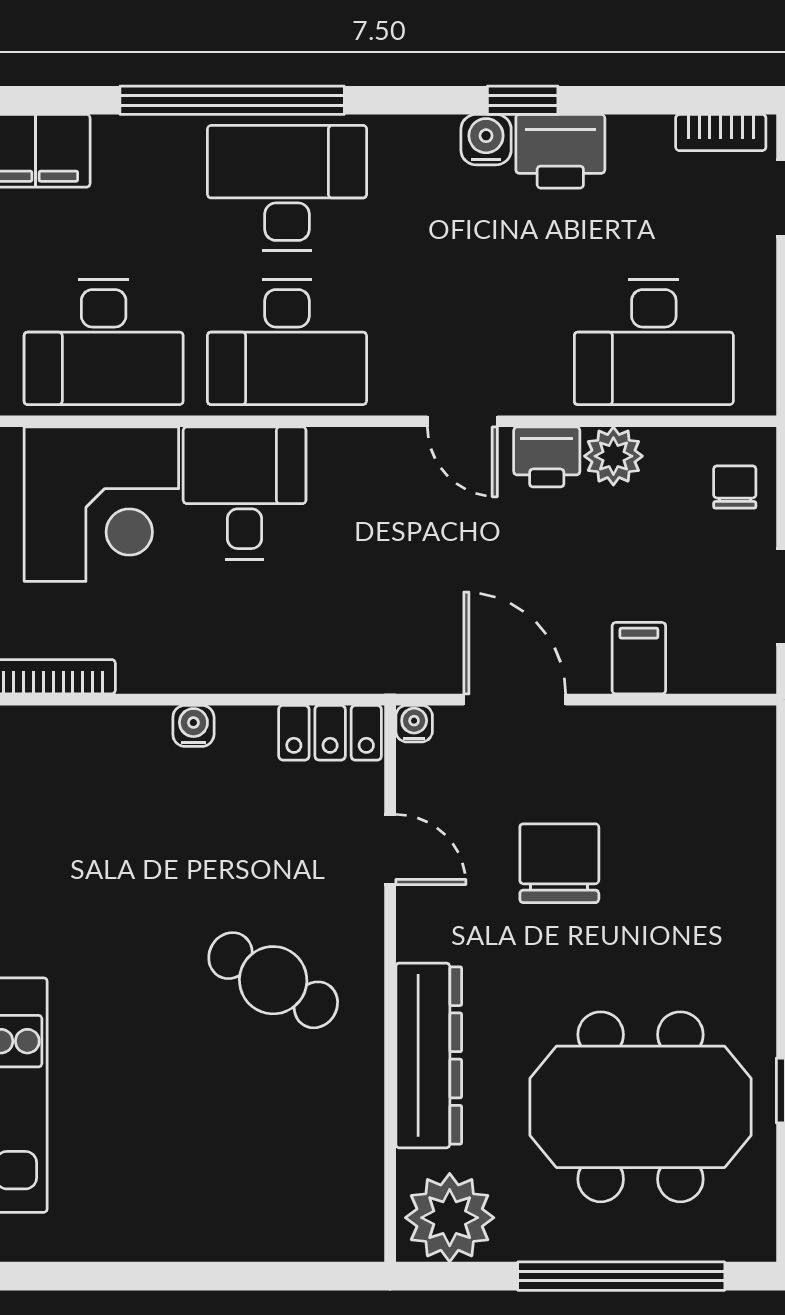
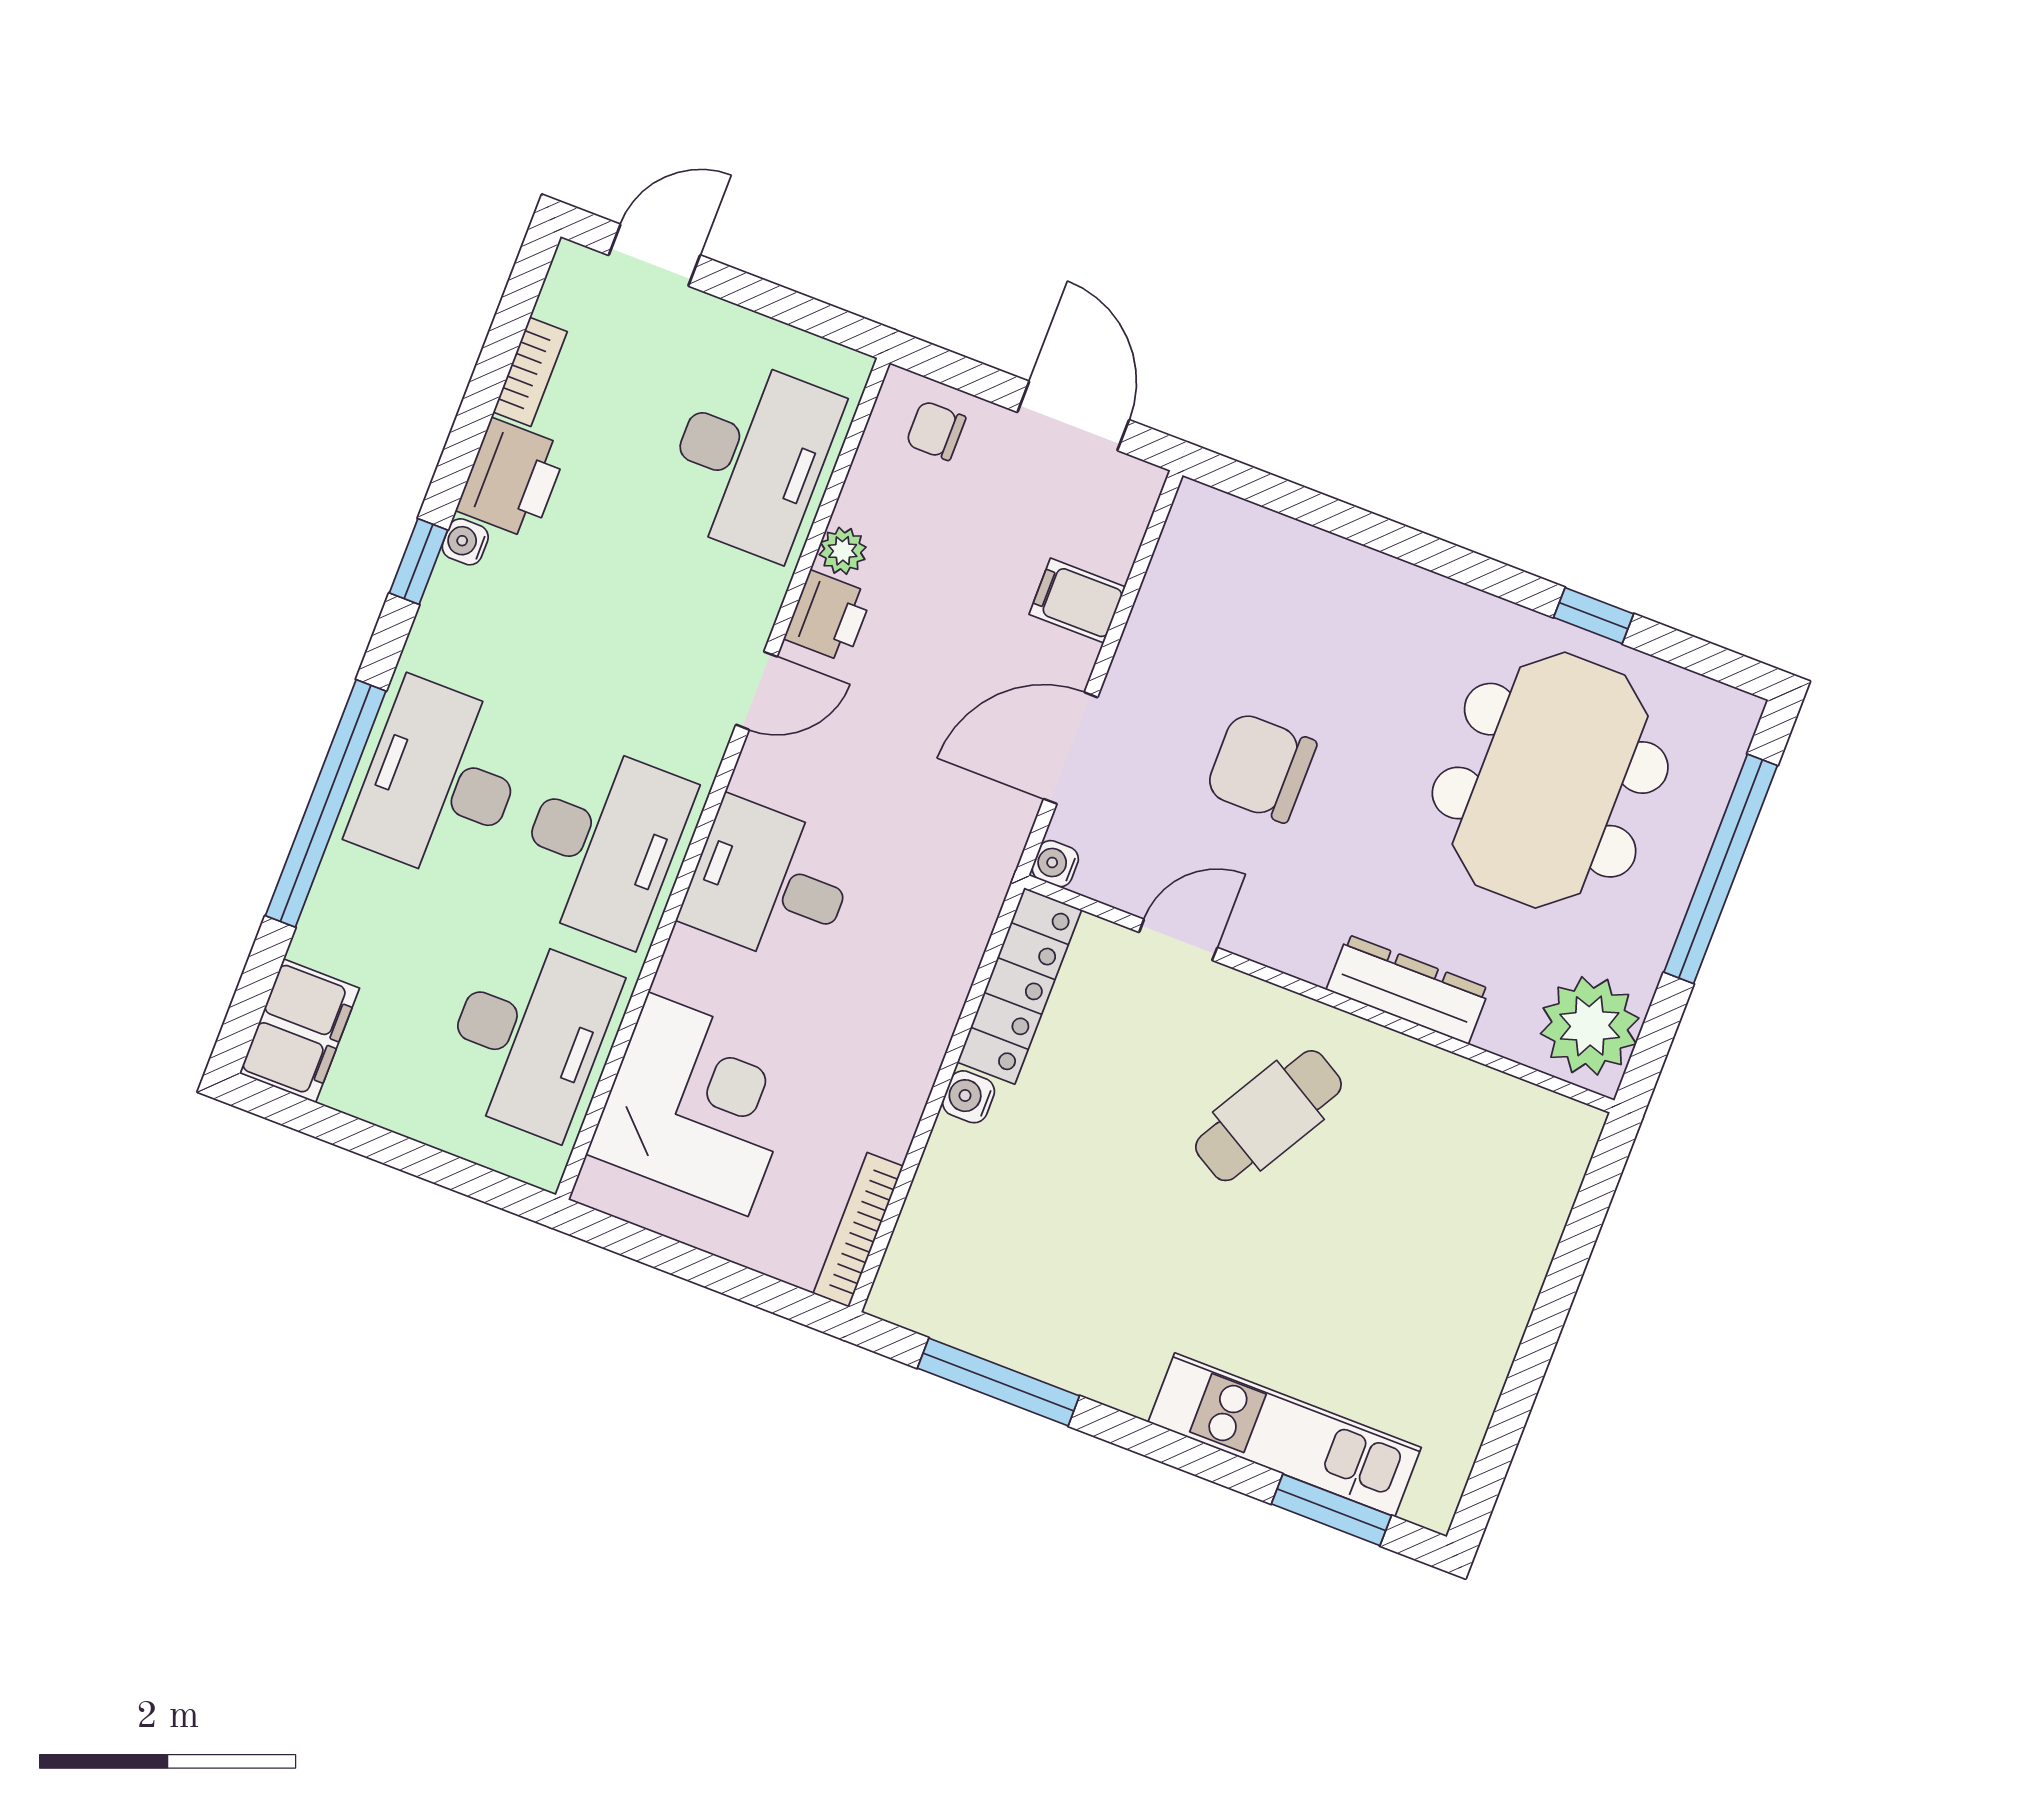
window: (523, 100) -> (418, 561), moved
bookcase: (721, 133) -> (530, 372), moved
water cooler: (486, 140) -> (465, 542), width x0.72, depth x0.72
plant: (613, 456) -> (843, 551), width x0.73, depth x0.73
desk: (245, 493) -> (770, 883), moved
locker: (330, 733) -> (1019, 986), width x1.53
dresser: (429, 1055) -> (1408, 989), width x0.73, depth x0.80

